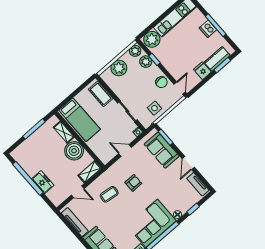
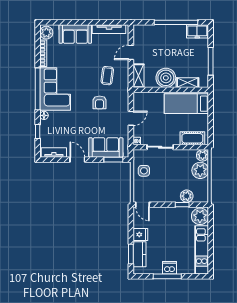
plant: (135, 51) -> (203, 155), moved
chair: (161, 82) -> (160, 194), removed
freezer: (43, 182) -> (197, 31), moved

